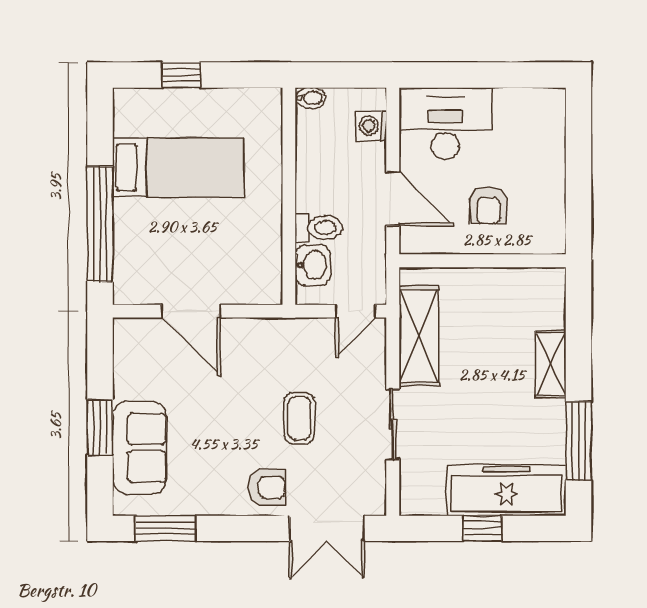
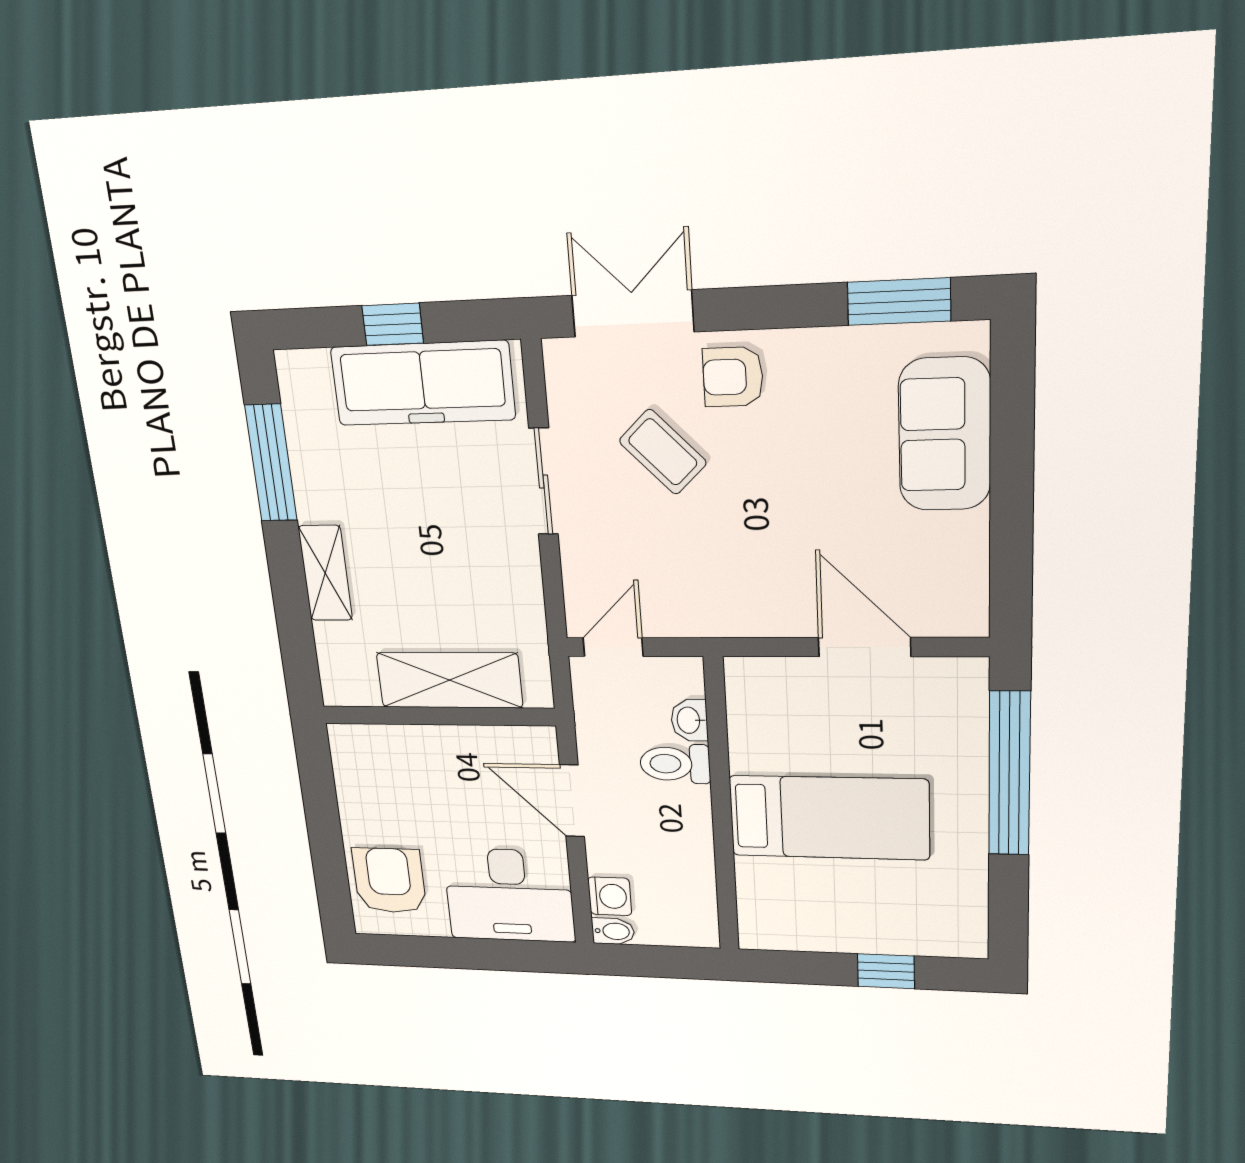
bidet: (310, 98) -> (613, 931), moved, turned 180
bed: (178, 167) -> (829, 818), moved, turned 180
armchair: (488, 205) -> (389, 880), moved, width x1.38, depth x1.38
washbasin: (313, 265) -> (689, 720), width x0.72, depth x0.69
shelving: (419, 336) -> (449, 680), moved, turned 90
coffee table: (299, 418) -> (663, 452), moved, turned -44
window: (100, 428) -> (1012, 466), removed
freezer: (506, 490) -> (423, 383), moved

